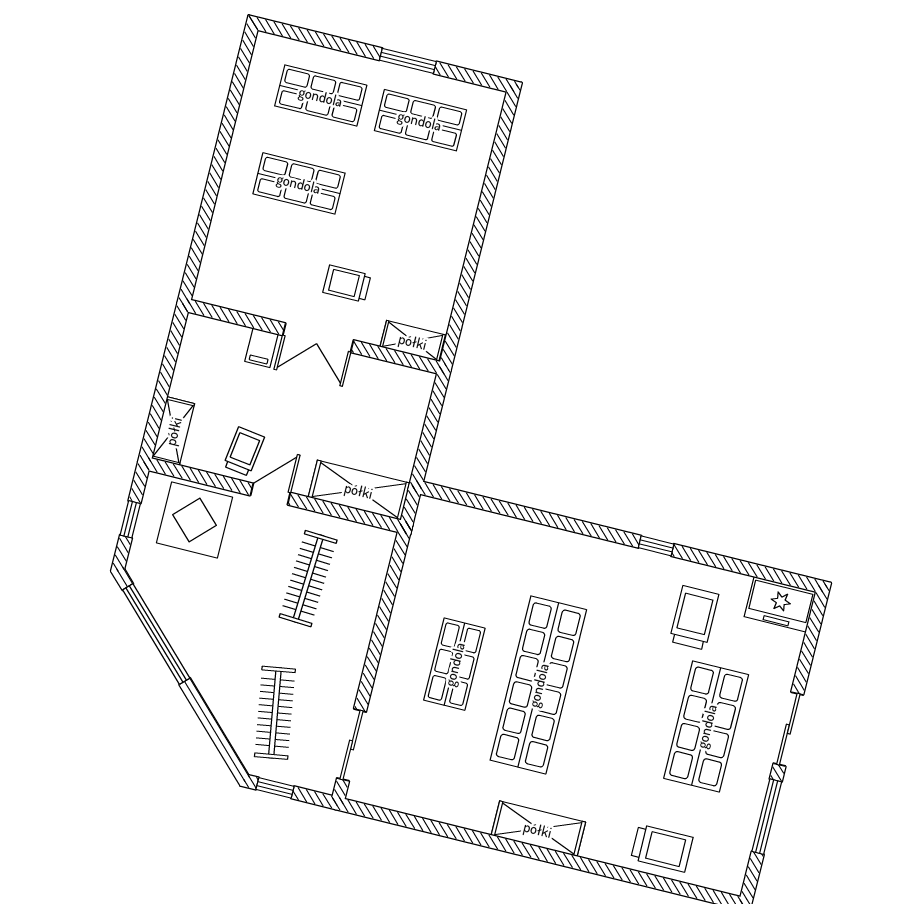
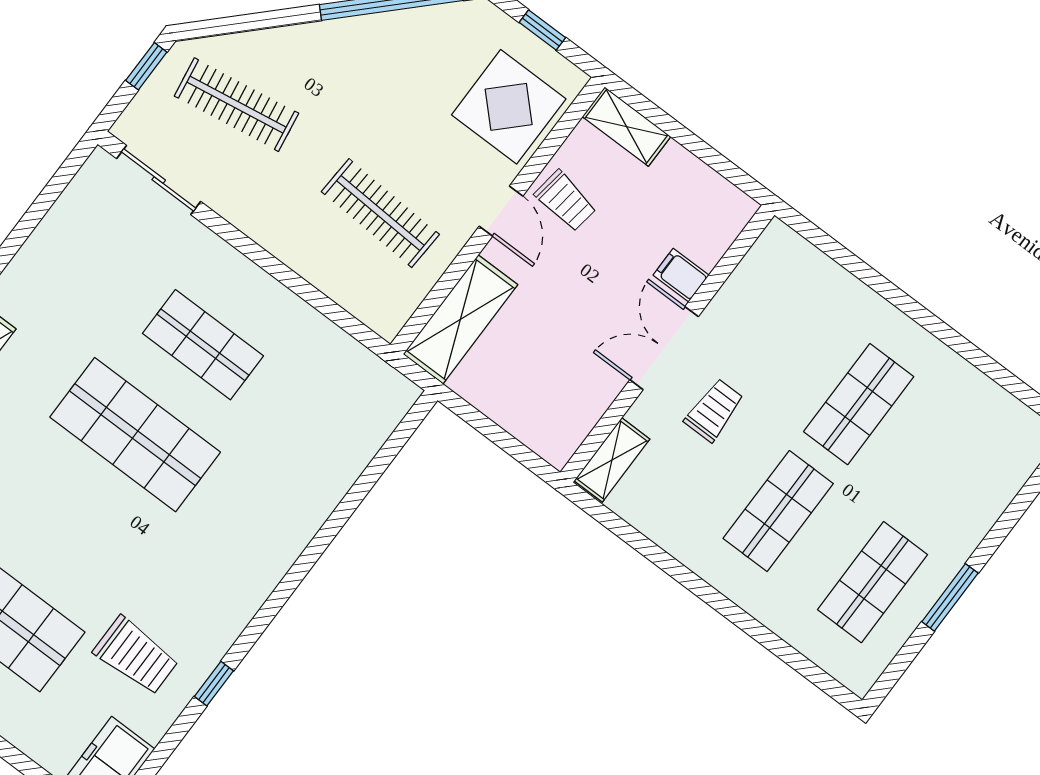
shop shelf: (321, 96) -> (778, 511), moved
window: (656, 546) -> (214, 684), moved
shop shelf: (538, 685) -> (135, 435), width x0.71

